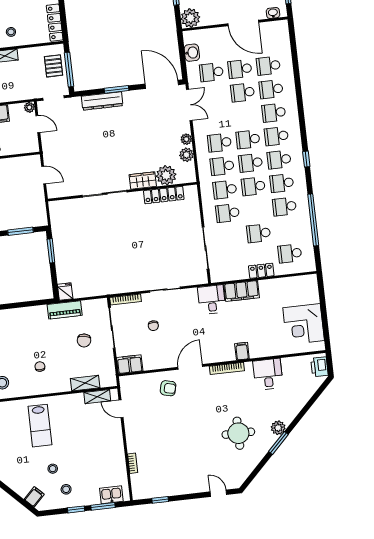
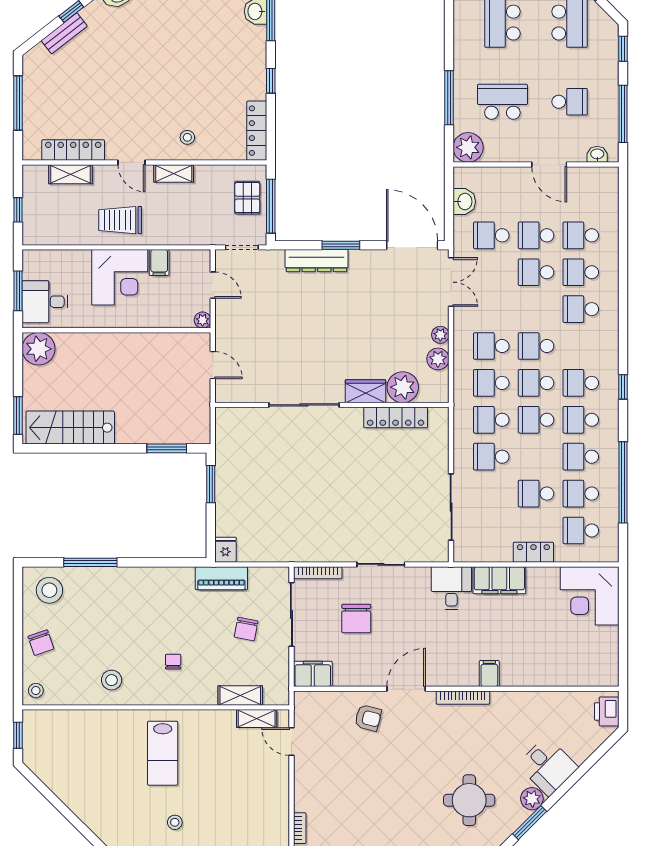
door: (243, 23) -> (549, 165), width x0.73
plant: (29, 107) -> (203, 320), moved
school desk: (276, 136) -> (581, 494), moved
corner desk: (304, 324) -> (590, 596), moved
chair: (153, 326) -> (356, 618), width x1.87, depth x1.87
desk: (268, 374) -> (548, 766), moved, turned 135

